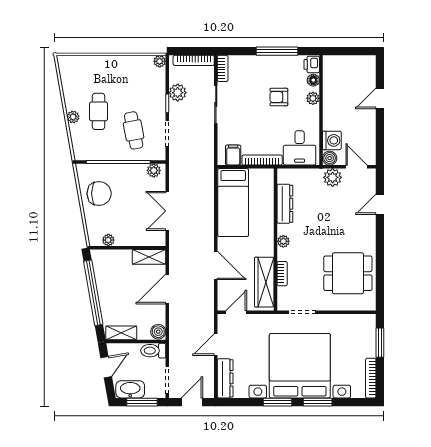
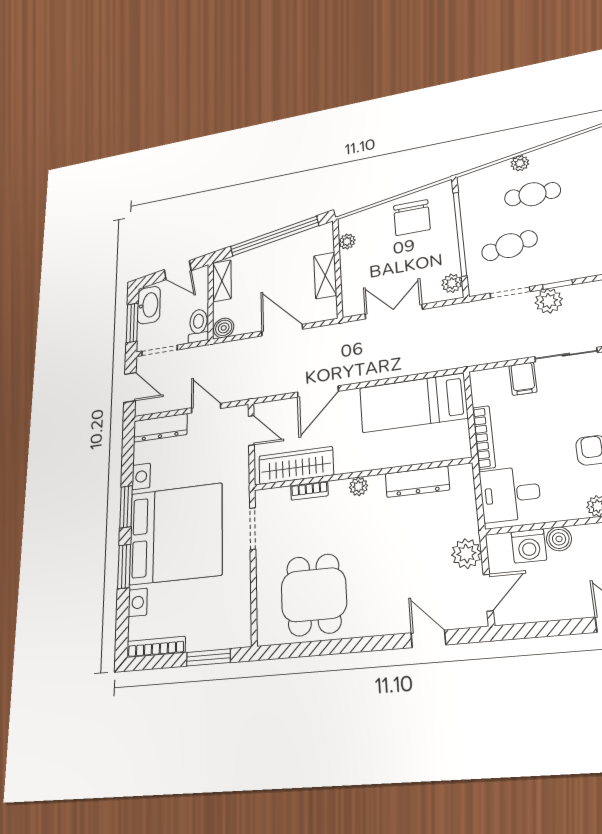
plant: (178, 93) -> (549, 301), moved
filing cabinet: (233, 155) -> (523, 379), moved, turned 90
boiler: (330, 158) -> (559, 539), moved
shelving: (149, 257) -> (325, 275), moved

